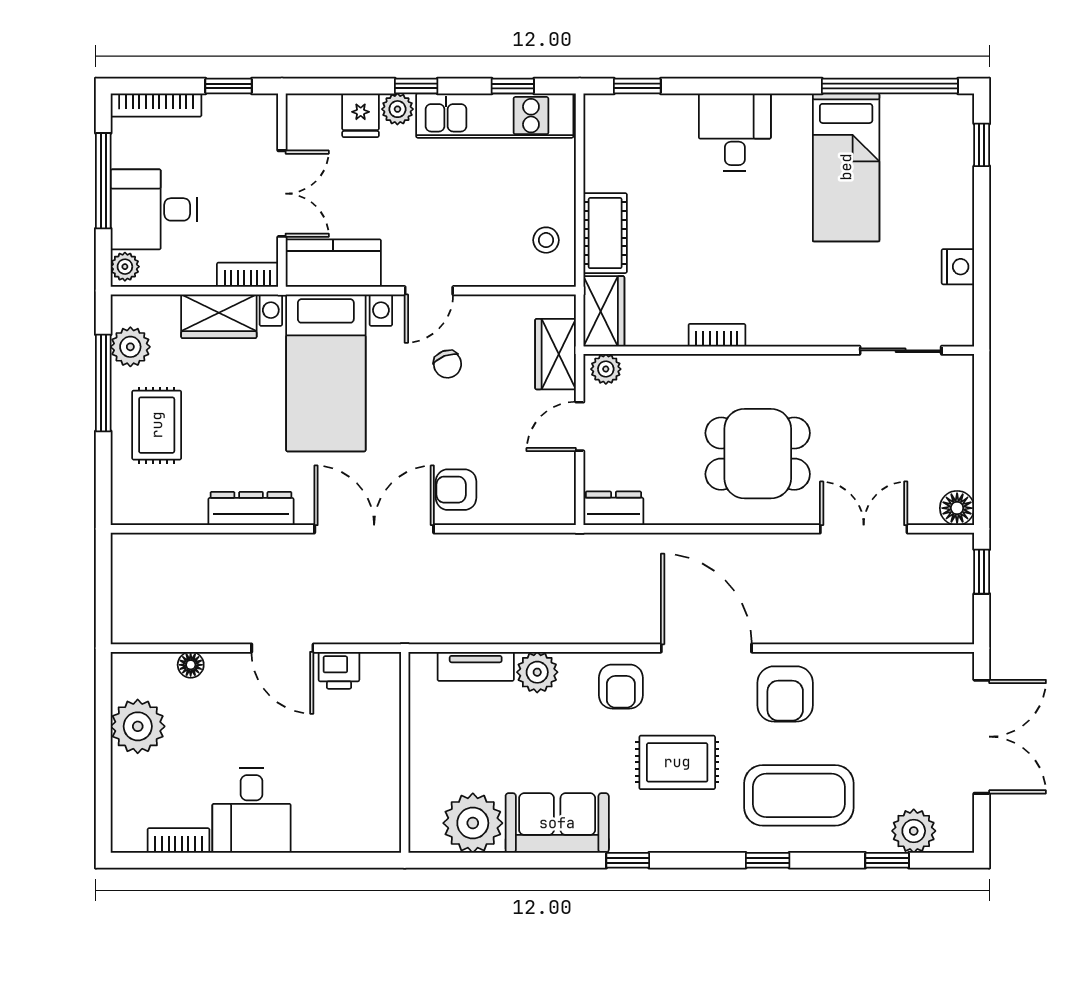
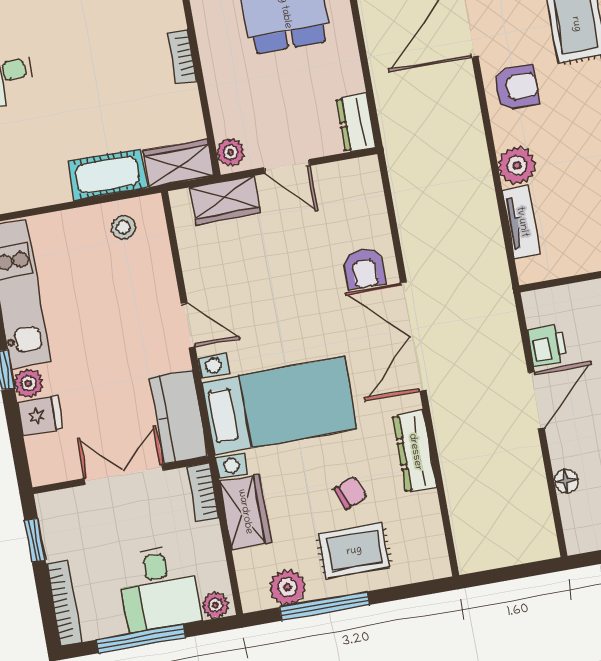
chair: (447, 364) -> (350, 493), moved

